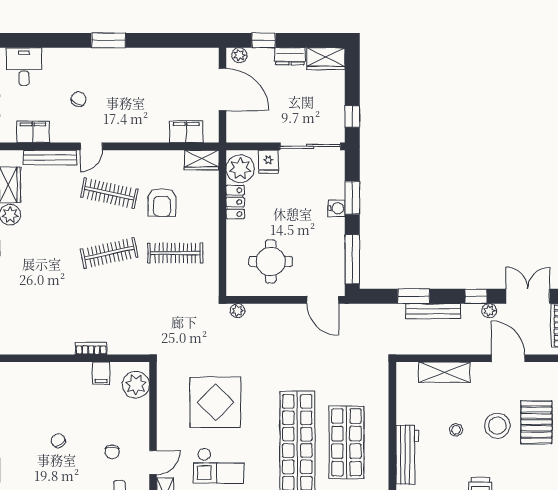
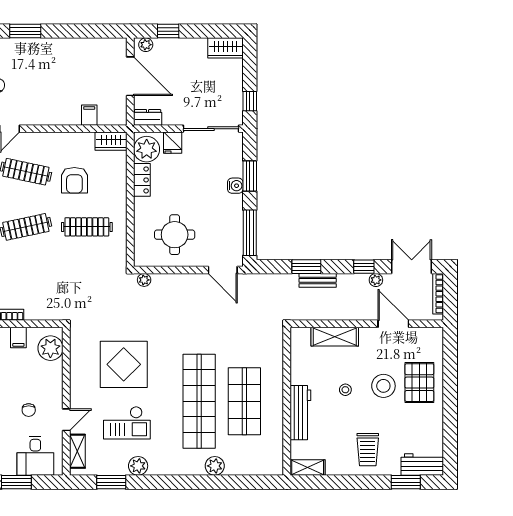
dresser: (290, 56) -> (148, 117), moved, turned 180
filing cabinet: (186, 132) -> (89, 115), width x0.50
bench: (433, 311) -> (318, 280), width x0.73

